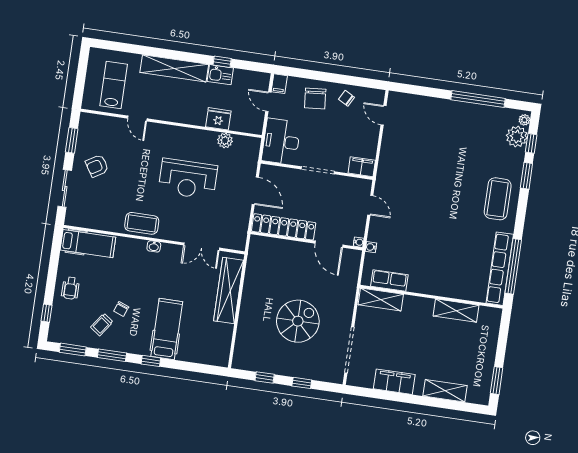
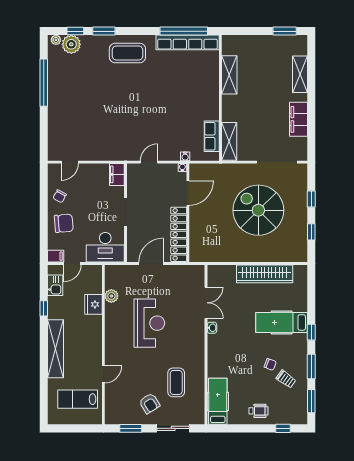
kitchen sink: (220, 75) -> (55, 285), moved
coffee table: (142, 223) -> (176, 382), moved
washbasin: (154, 246) -> (212, 328), moved
wardrobe: (229, 290) -> (265, 274), moved
spiral stairs: (298, 321) -> (258, 210), width x1.37, depth x1.37

